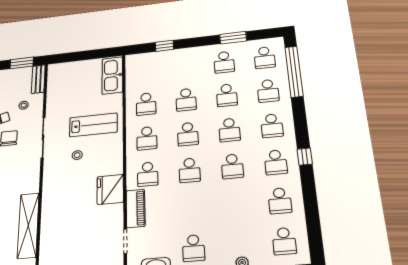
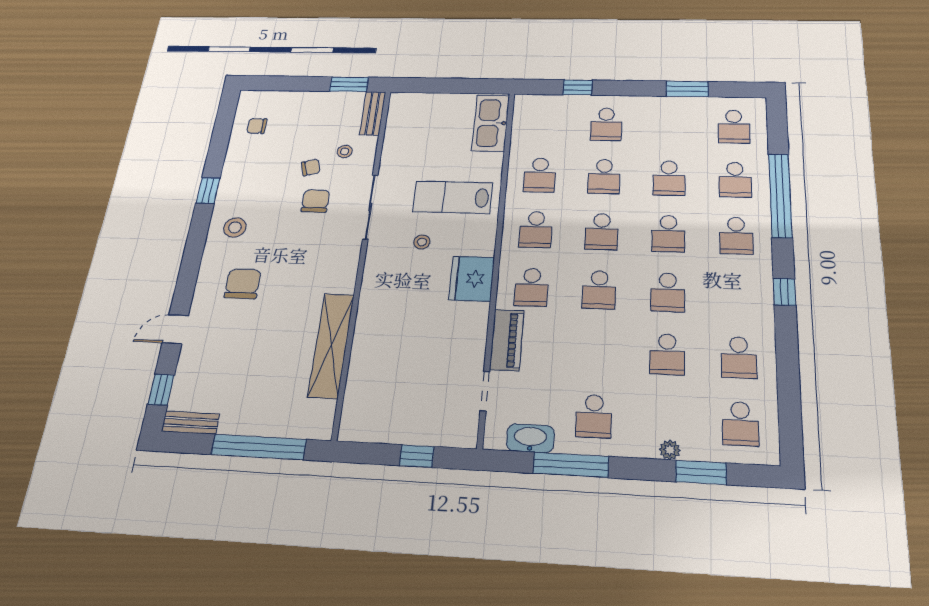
school desk: (224, 62) -> (606, 124), moved
window: (294, 72) -> (780, 195), moved
lab bench: (93, 125) -> (453, 197), turned 180
school desk: (276, 162) -> (667, 354), moved
fridge: (110, 189) -> (472, 279), moved

